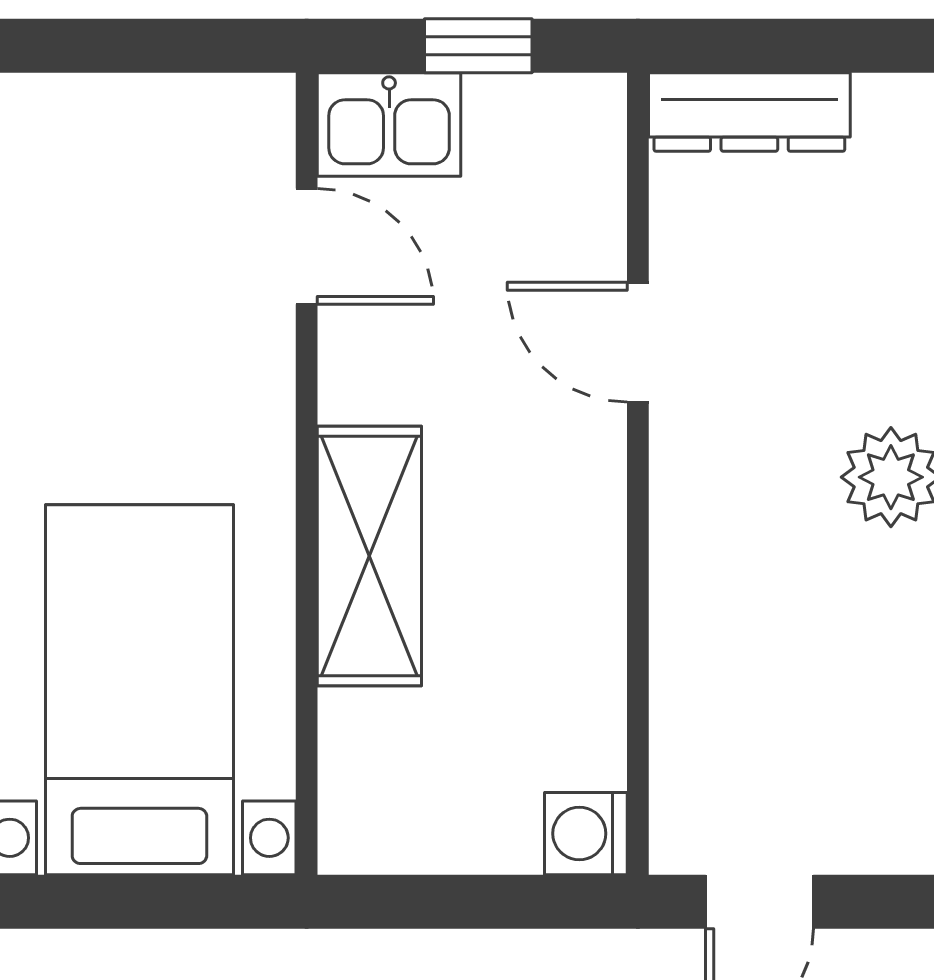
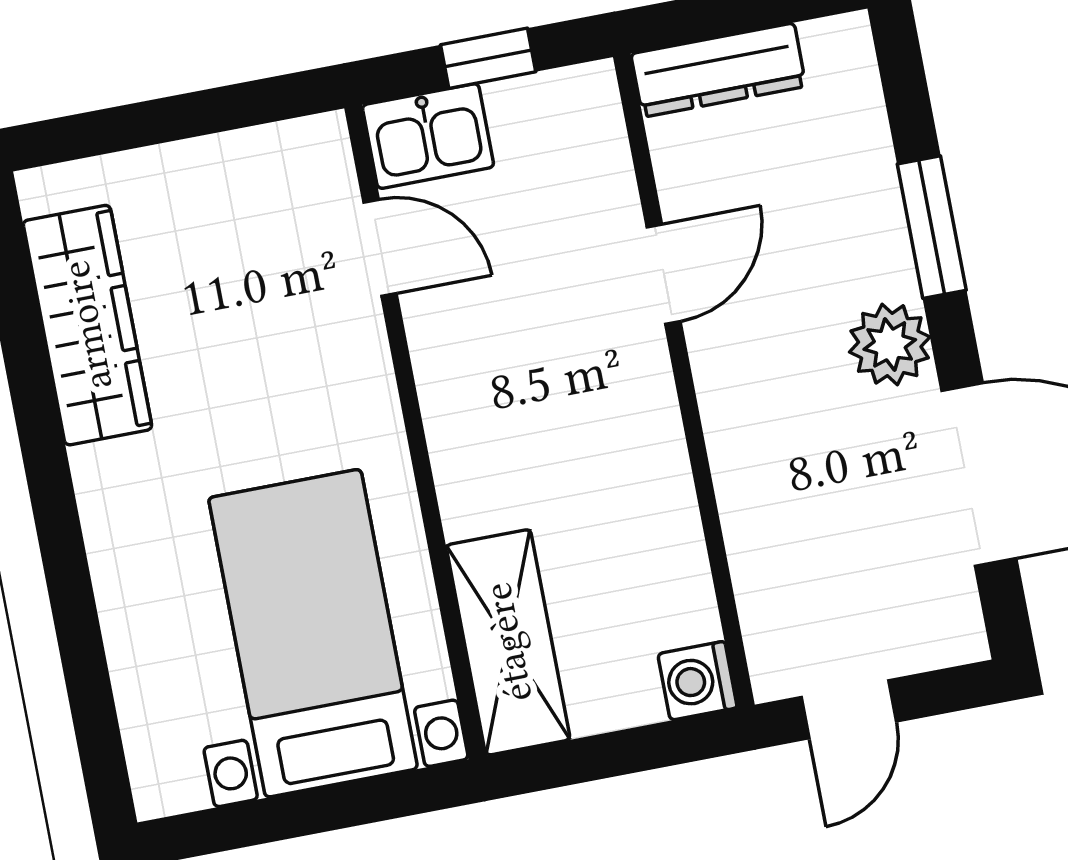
door: (638, 342) -> (664, 274), swing flipped
shelving: (369, 556) -> (508, 642), moved

